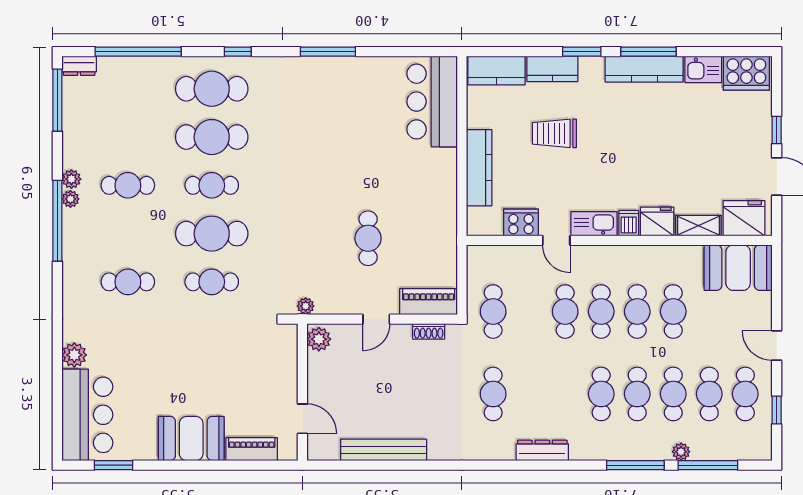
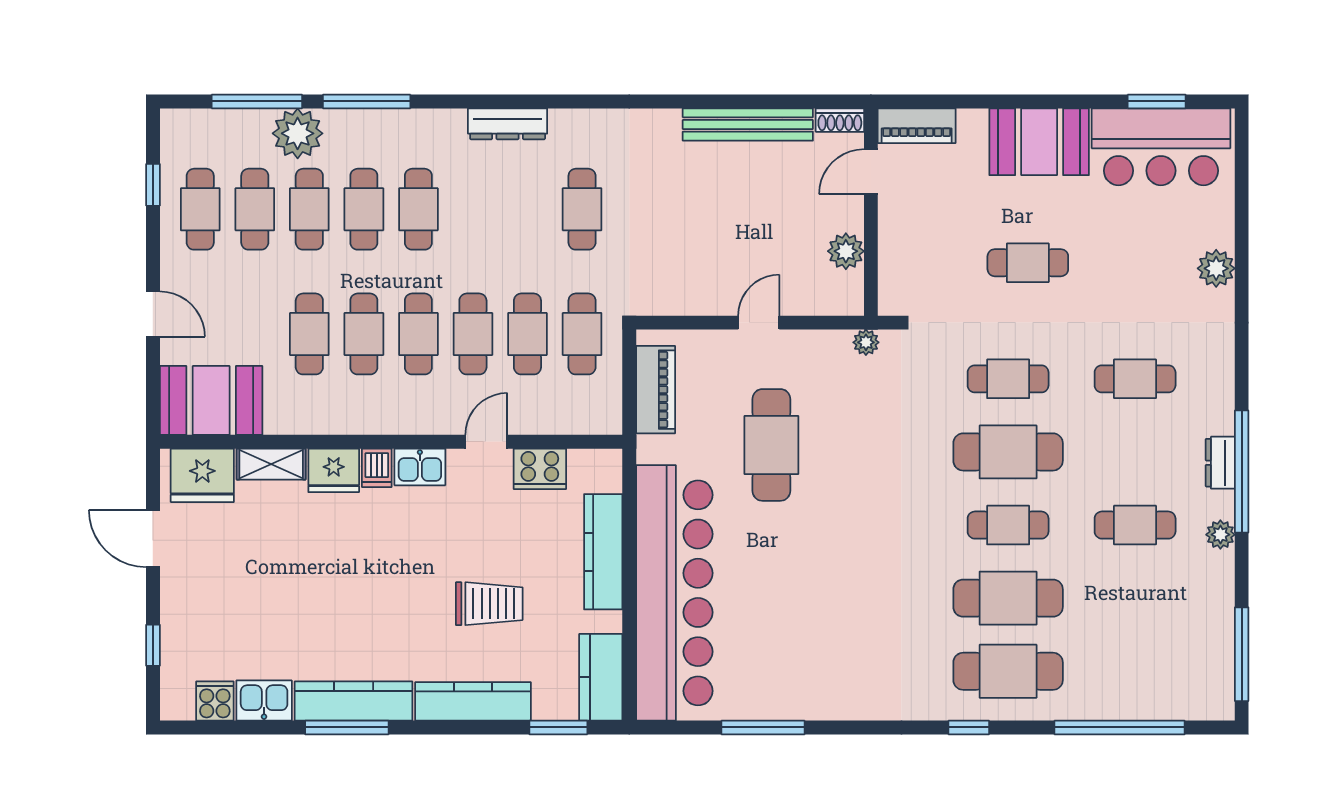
window: (328, 52) -> (763, 727), moved
window: (582, 52) -> (558, 727), moved
dresser: (79, 66) -> (1220, 463), moved, turned -90
kitchen counter: (552, 69) -> (473, 701), width x1.50
kitchen counter: (496, 70) -> (601, 677), moved, turned -90
cooker: (746, 73) -> (215, 701), width x0.53, depth x0.76
bar counter: (432, 102) -> (674, 593), width x1.86
window: (777, 130) -> (153, 645), moved
plant: (70, 199) -> (1222, 504), removed
kitchen sink: (594, 224) -> (420, 467), width x0.73
cafe table: (368, 238) -> (771, 445), width x1.37, depth x1.35
door: (556, 240) -> (486, 442), hinge flipped
piano: (429, 302) -> (656, 390), moved, turned -90
cafe table: (529, 312) -> (527, 334), added
shoe rack: (429, 331) -> (840, 120), moved, turned 180
plant: (319, 339) -> (846, 251), moved
door: (777, 345) -> (153, 314), moved
cafe table: (199, 359) -> (1028, 263), added
bar counter: (87, 415) -> (1161, 147), moved, turned -90
door: (302, 419) -> (871, 172), hinge flipped
piano: (252, 449) -> (917, 126), moved
plant: (681, 452) -> (298, 133), width x1.87, depth x1.87

